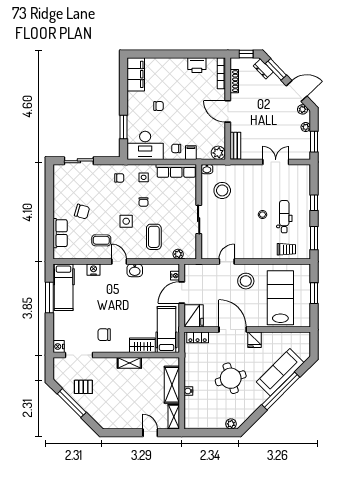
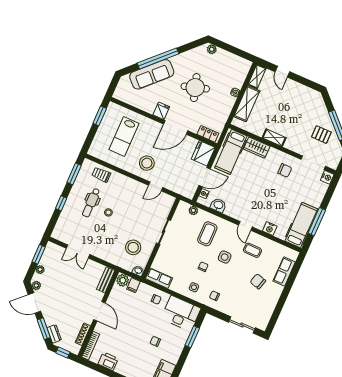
filing cabinet: (191, 153) -> (133, 285), moved
row of seats: (176, 171) -> (159, 278), width x0.68
washbasin: (135, 270) -> (218, 205), moved
window: (314, 293) -> (100, 116), moved
lab bench: (280, 298) -> (124, 136), width x0.73, depth x0.72
door: (233, 330) -> (176, 127), hinge flipped

